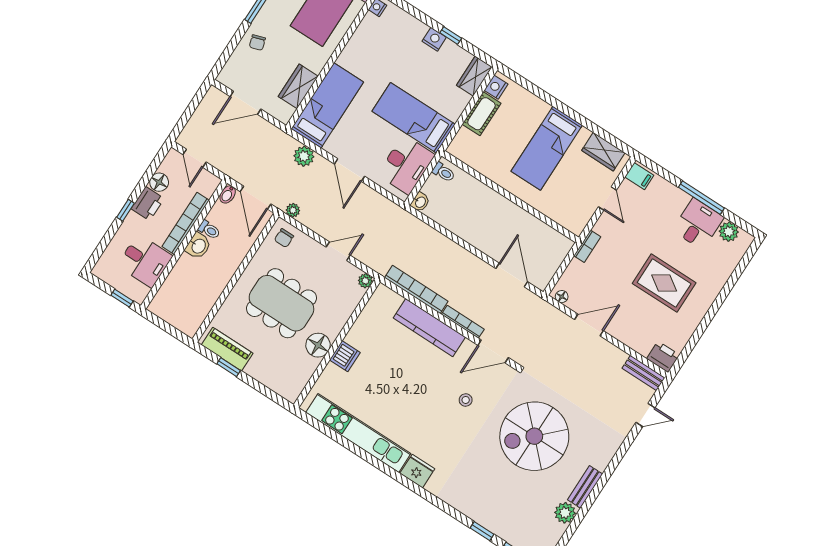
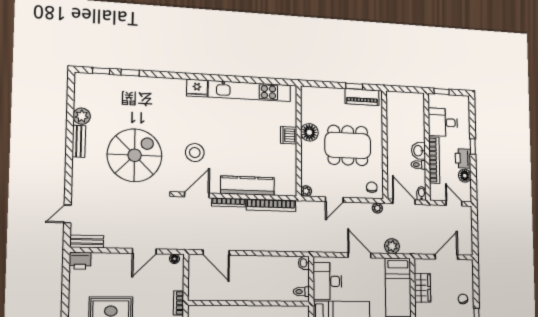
stool: (466, 400) -> (195, 153), width x1.89, depth x1.89

